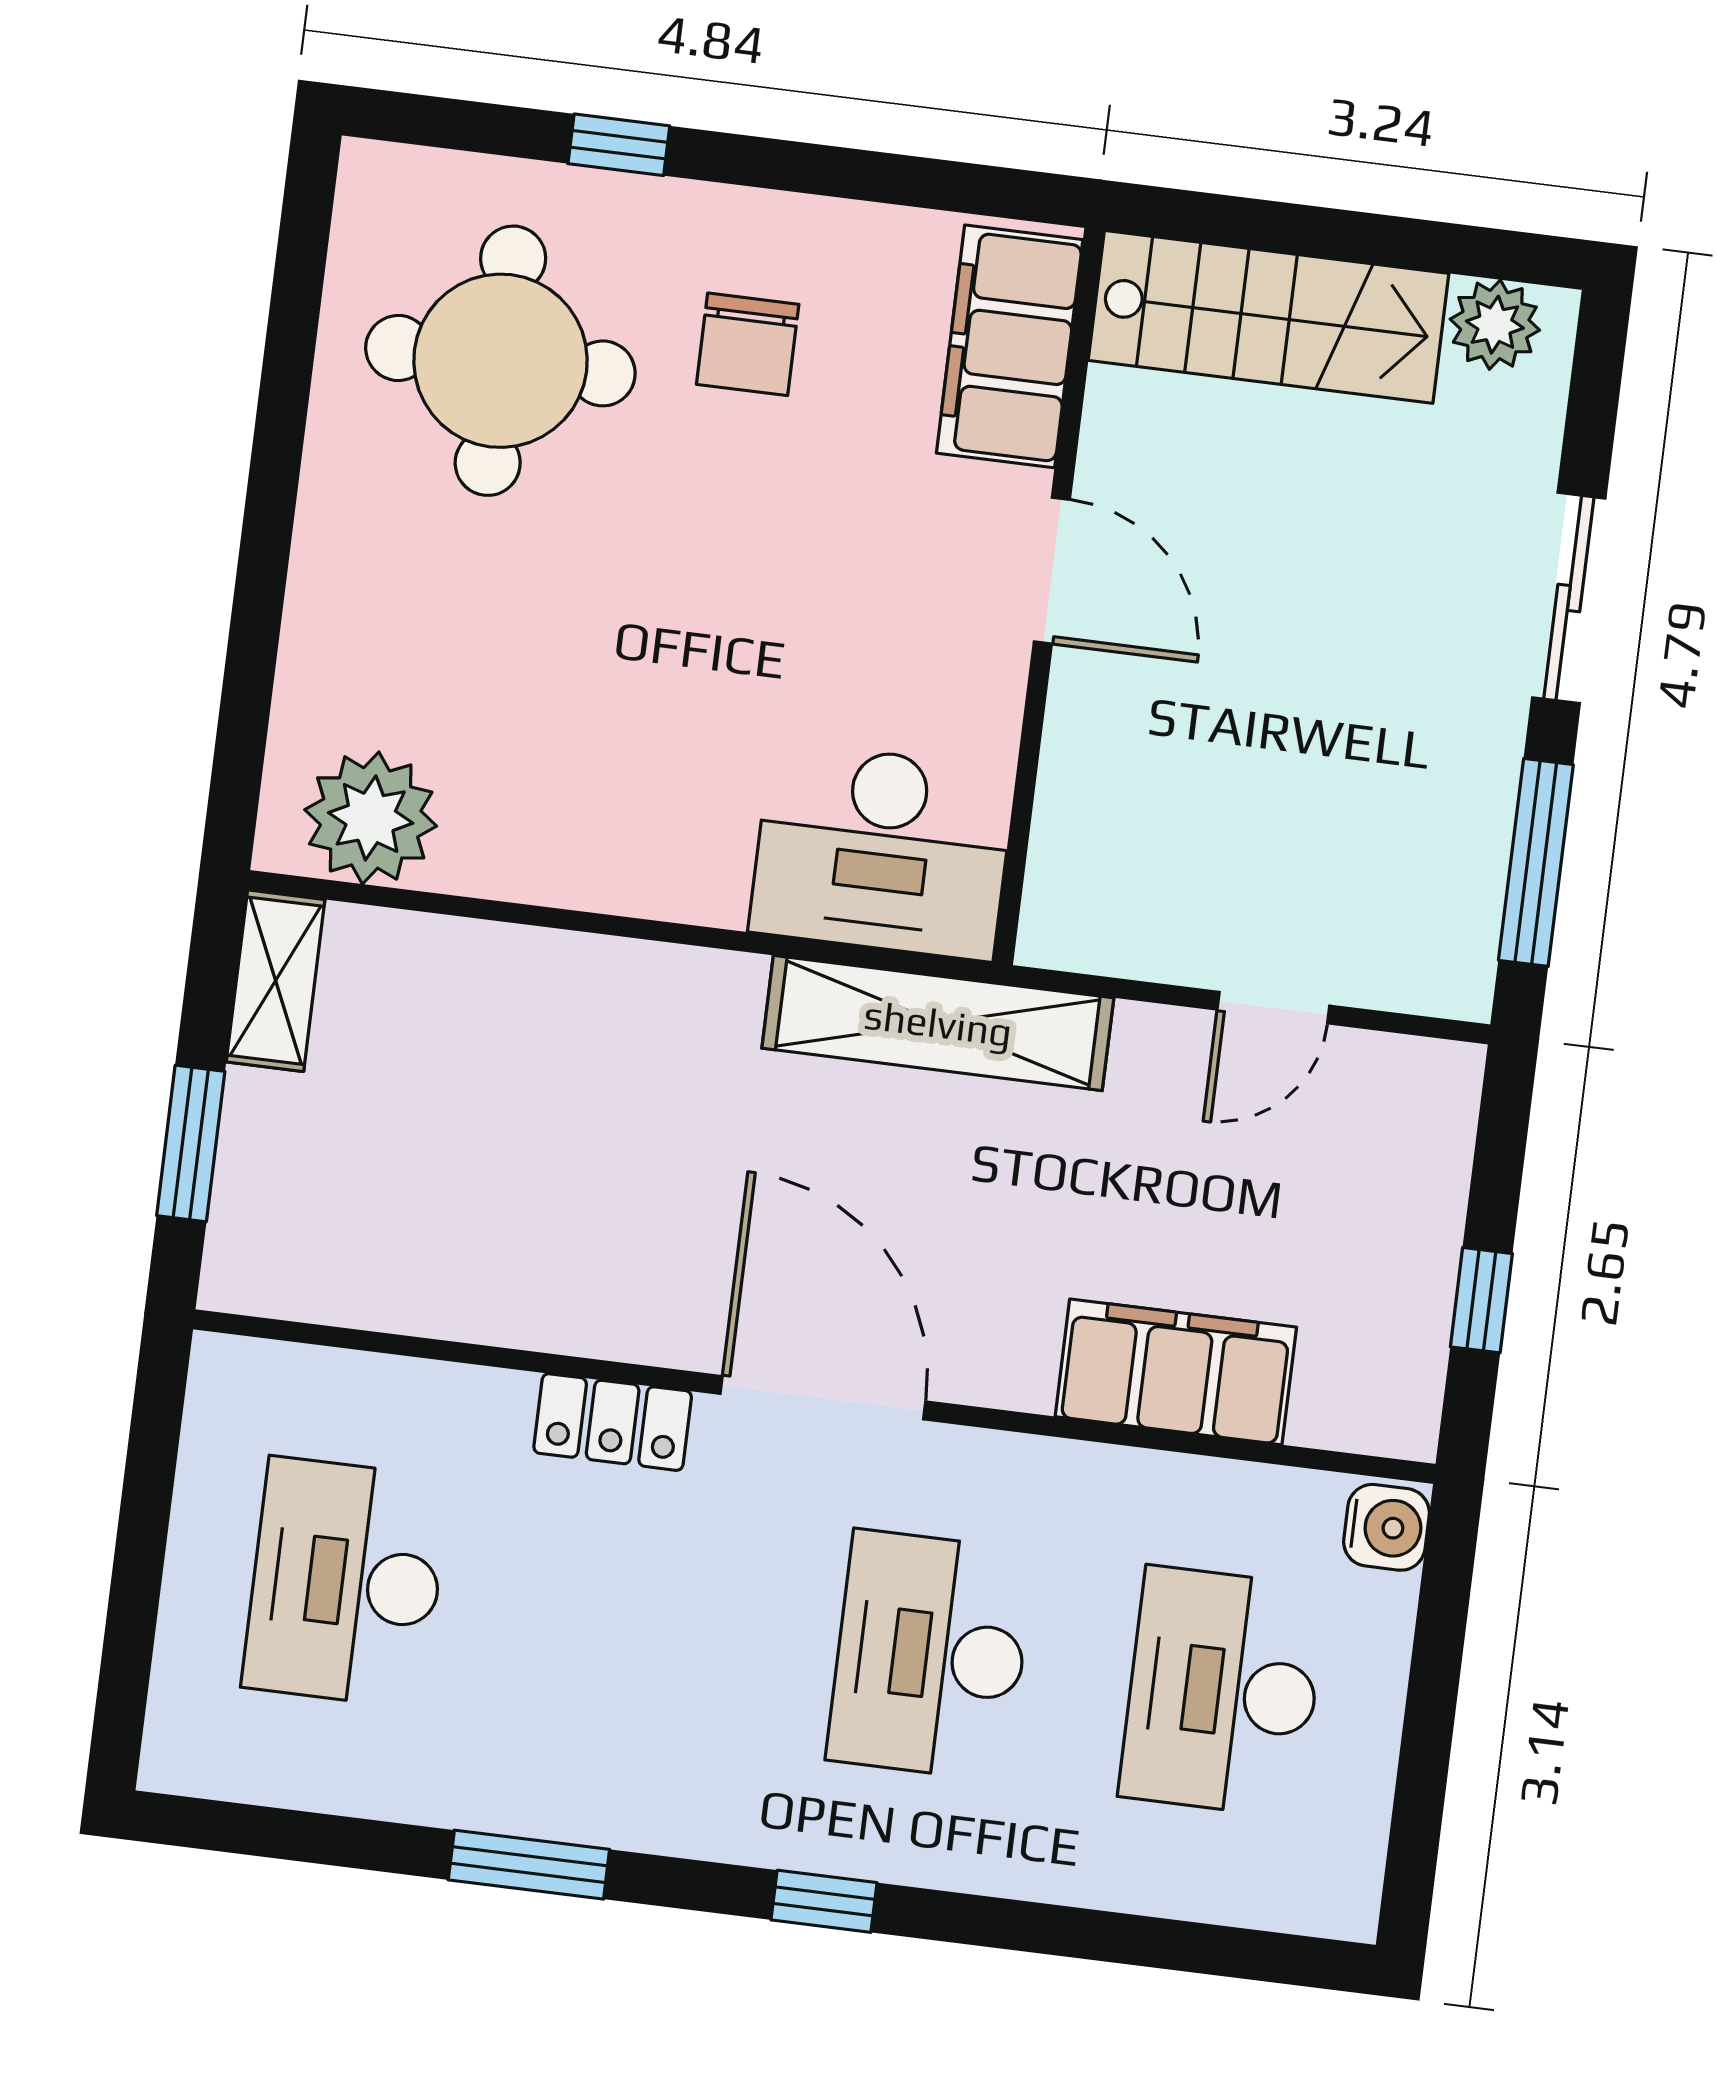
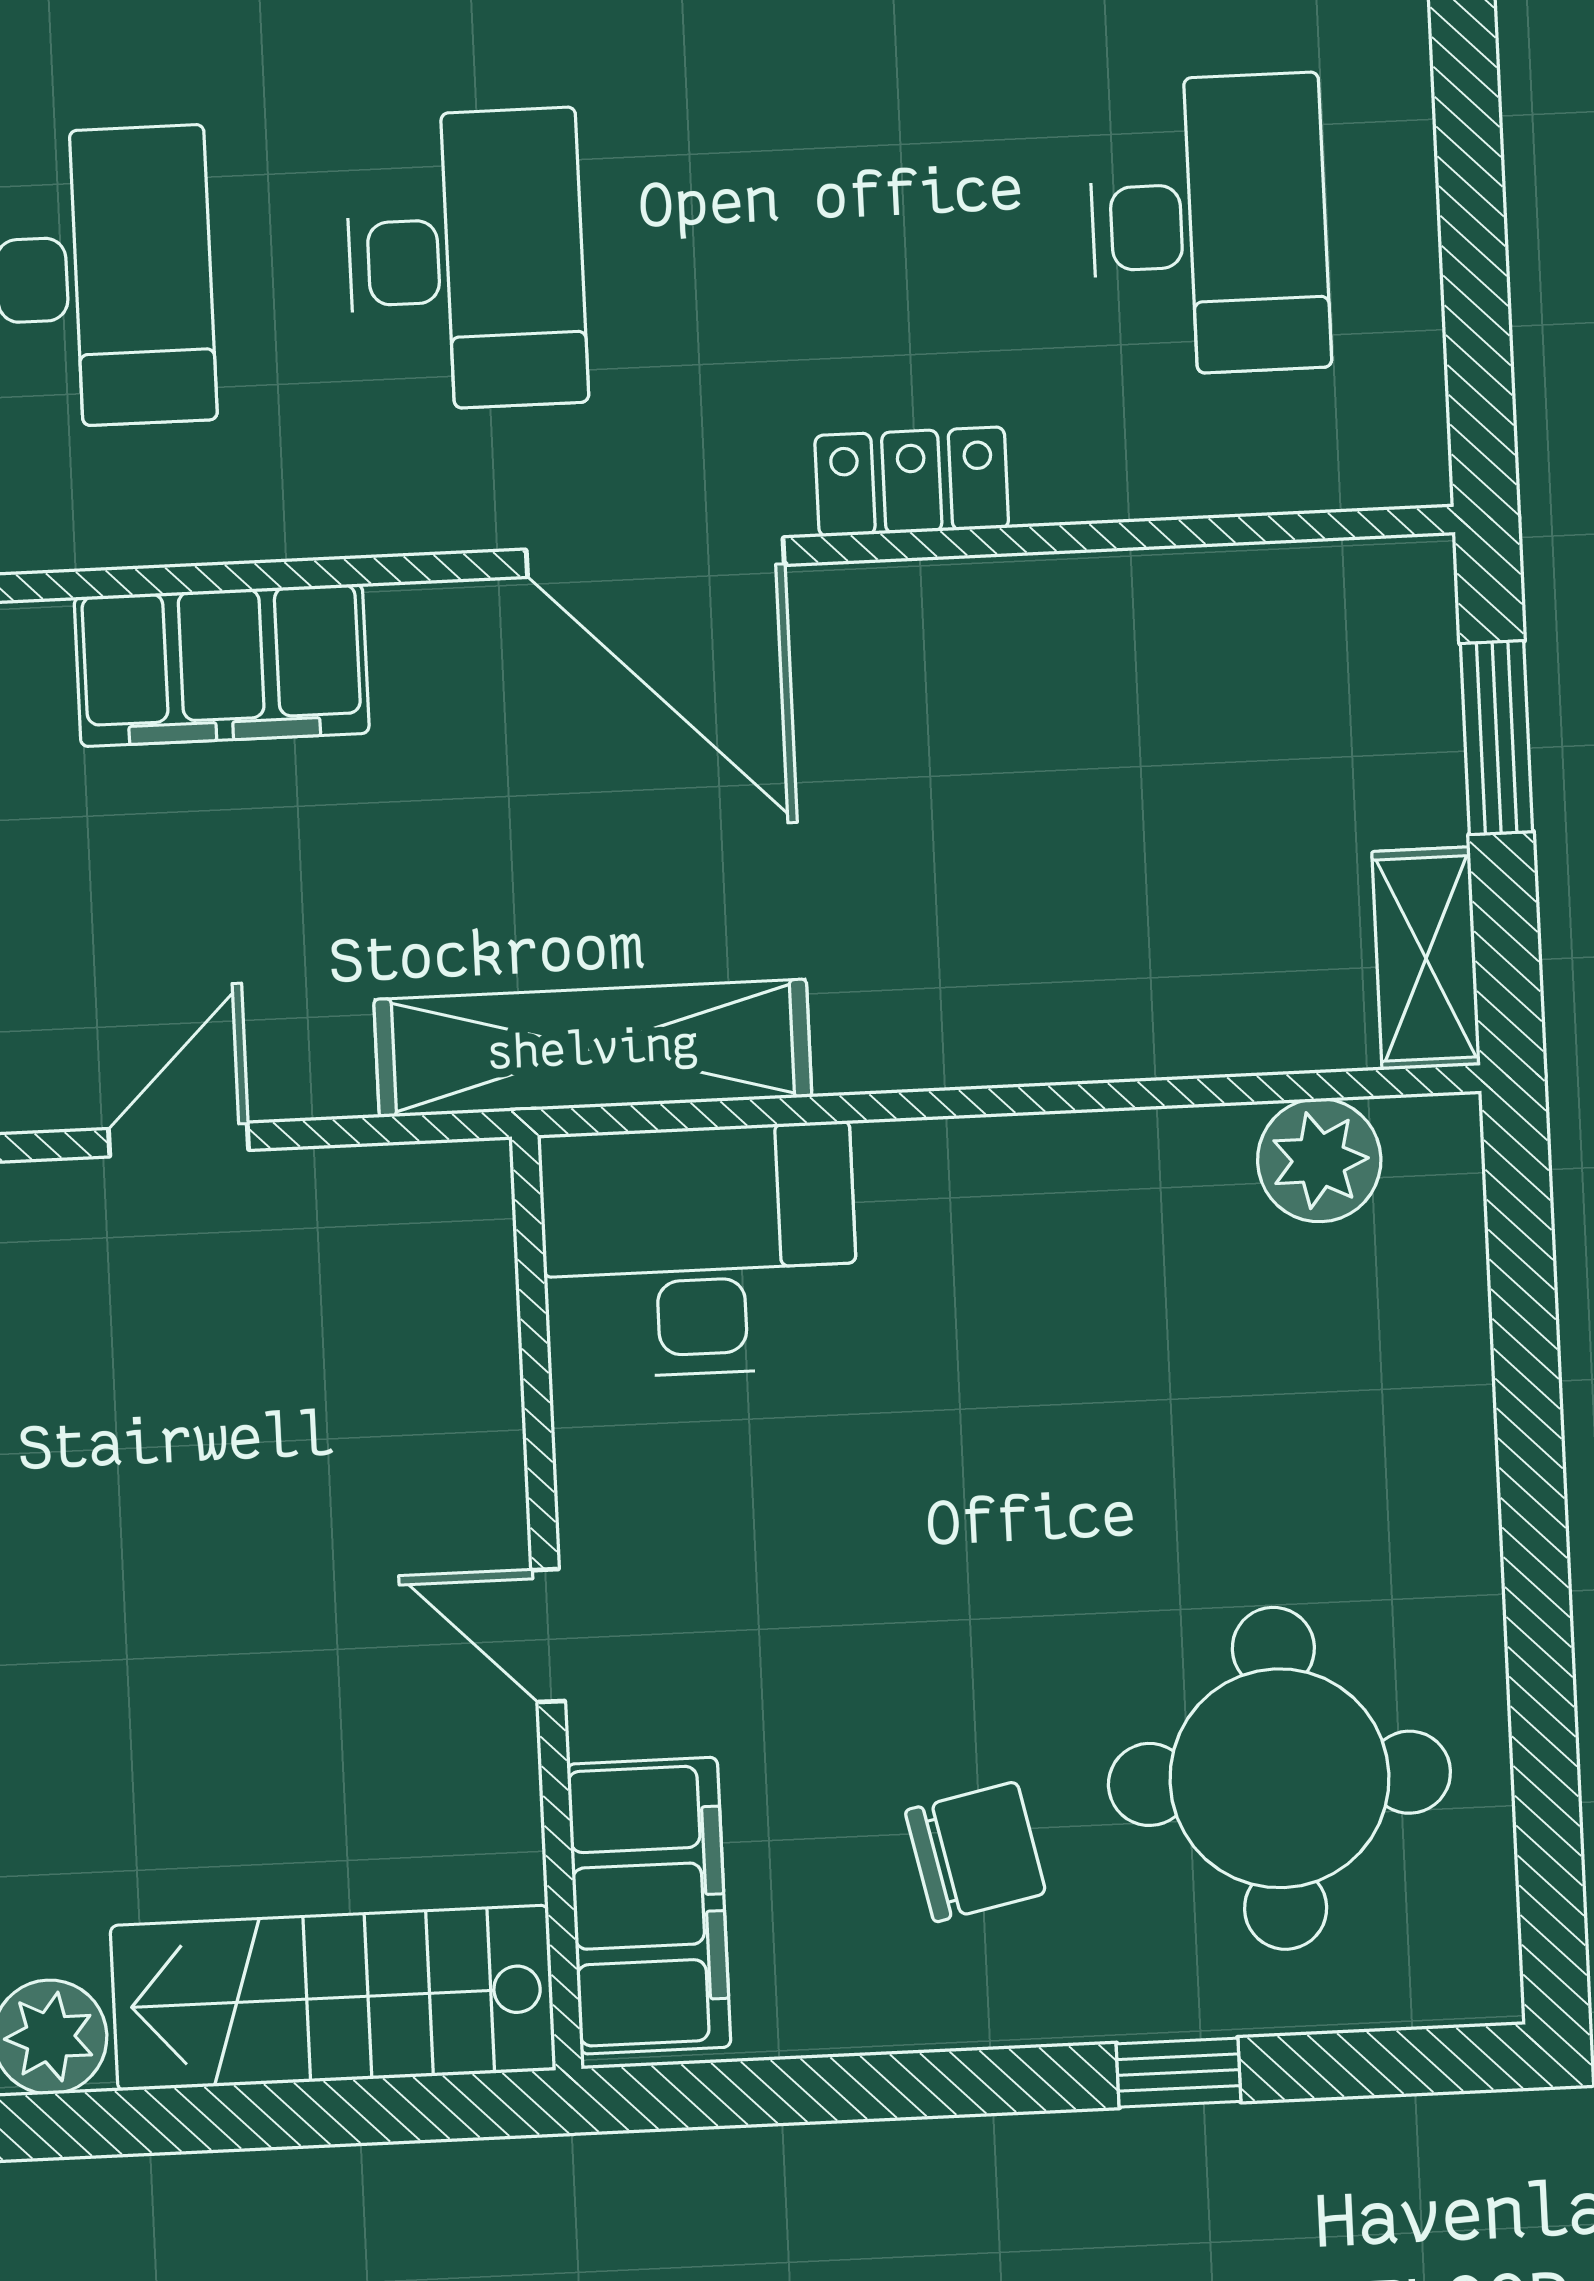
chair: (748, 344) -> (975, 1852), turned 78
door: (1052, 571) -> (548, 1636), width x0.73
plant: (371, 818) -> (1319, 1160), width x0.73, depth x0.73

